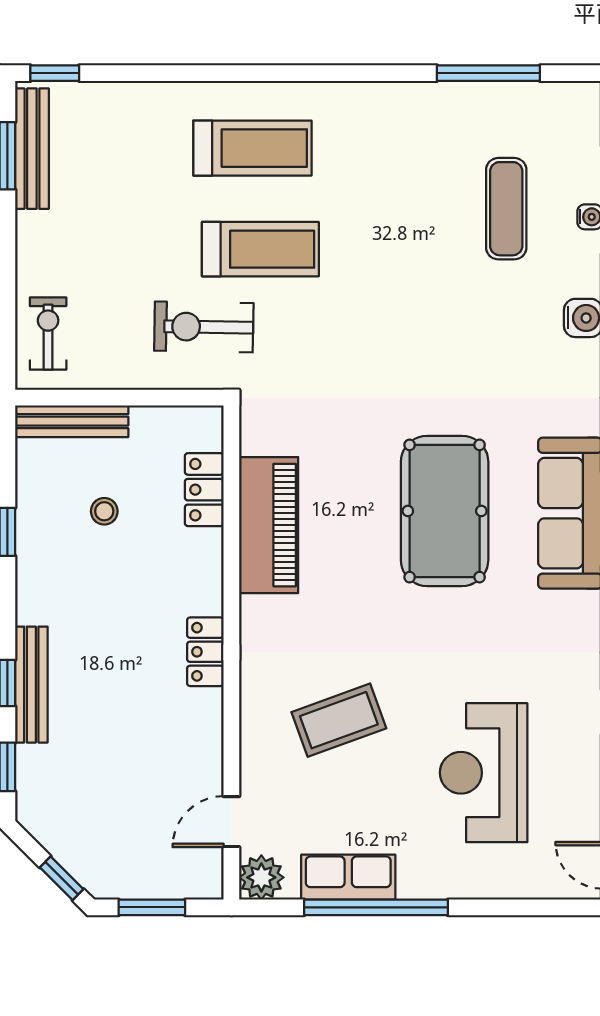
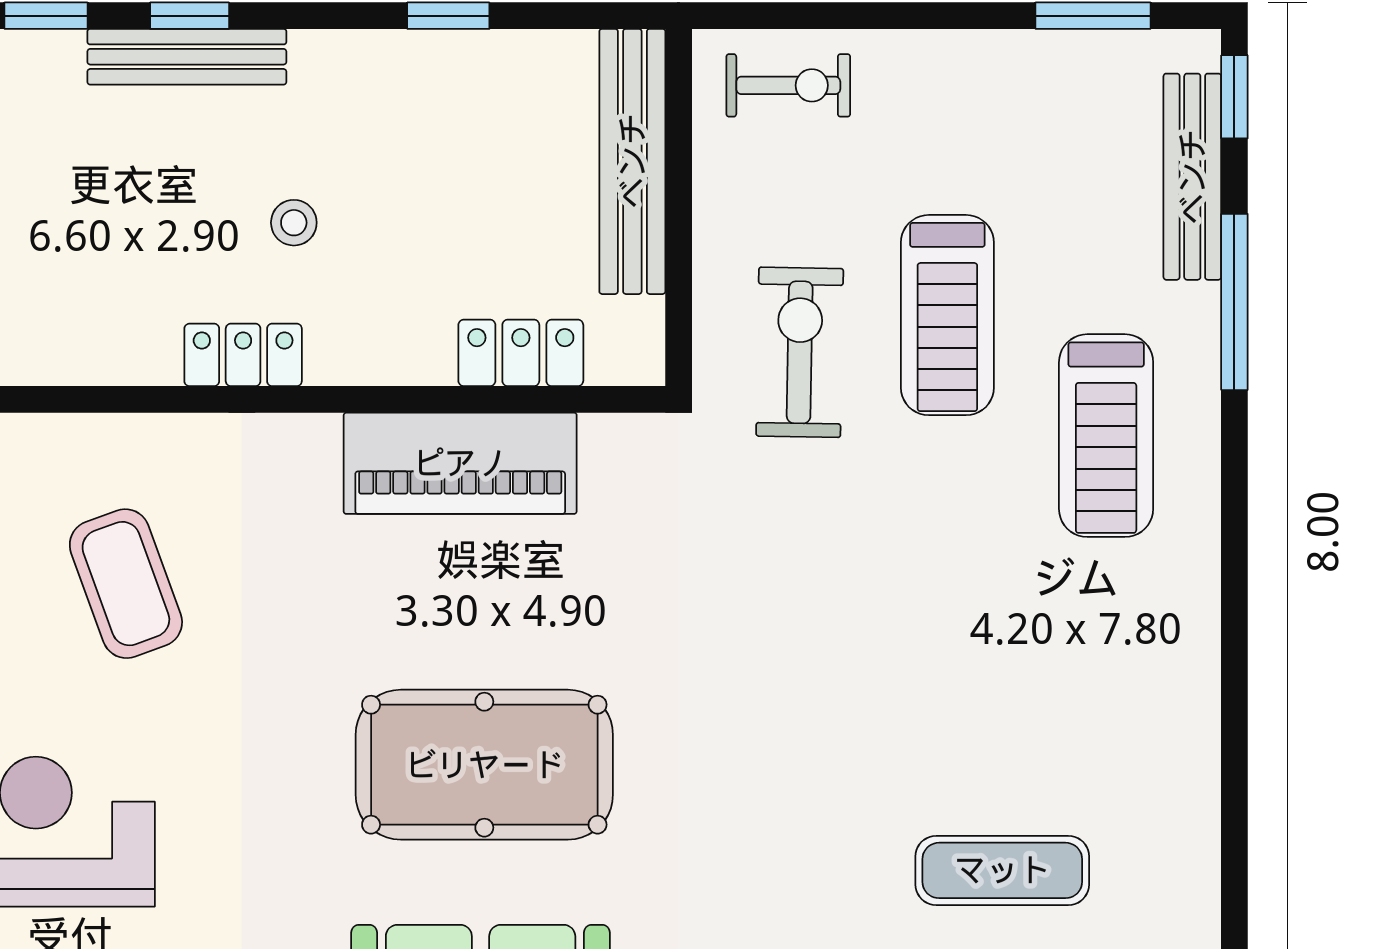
window: (488, 73) -> (1234, 302), moved
bench: (32, 149) -> (1192, 177), moved, turned 90
treadmill: (260, 249) -> (947, 315), moved
bench: (72, 421) -> (632, 161), width x1.37, depth x1.21
stool: (104, 511) -> (294, 223), moved

